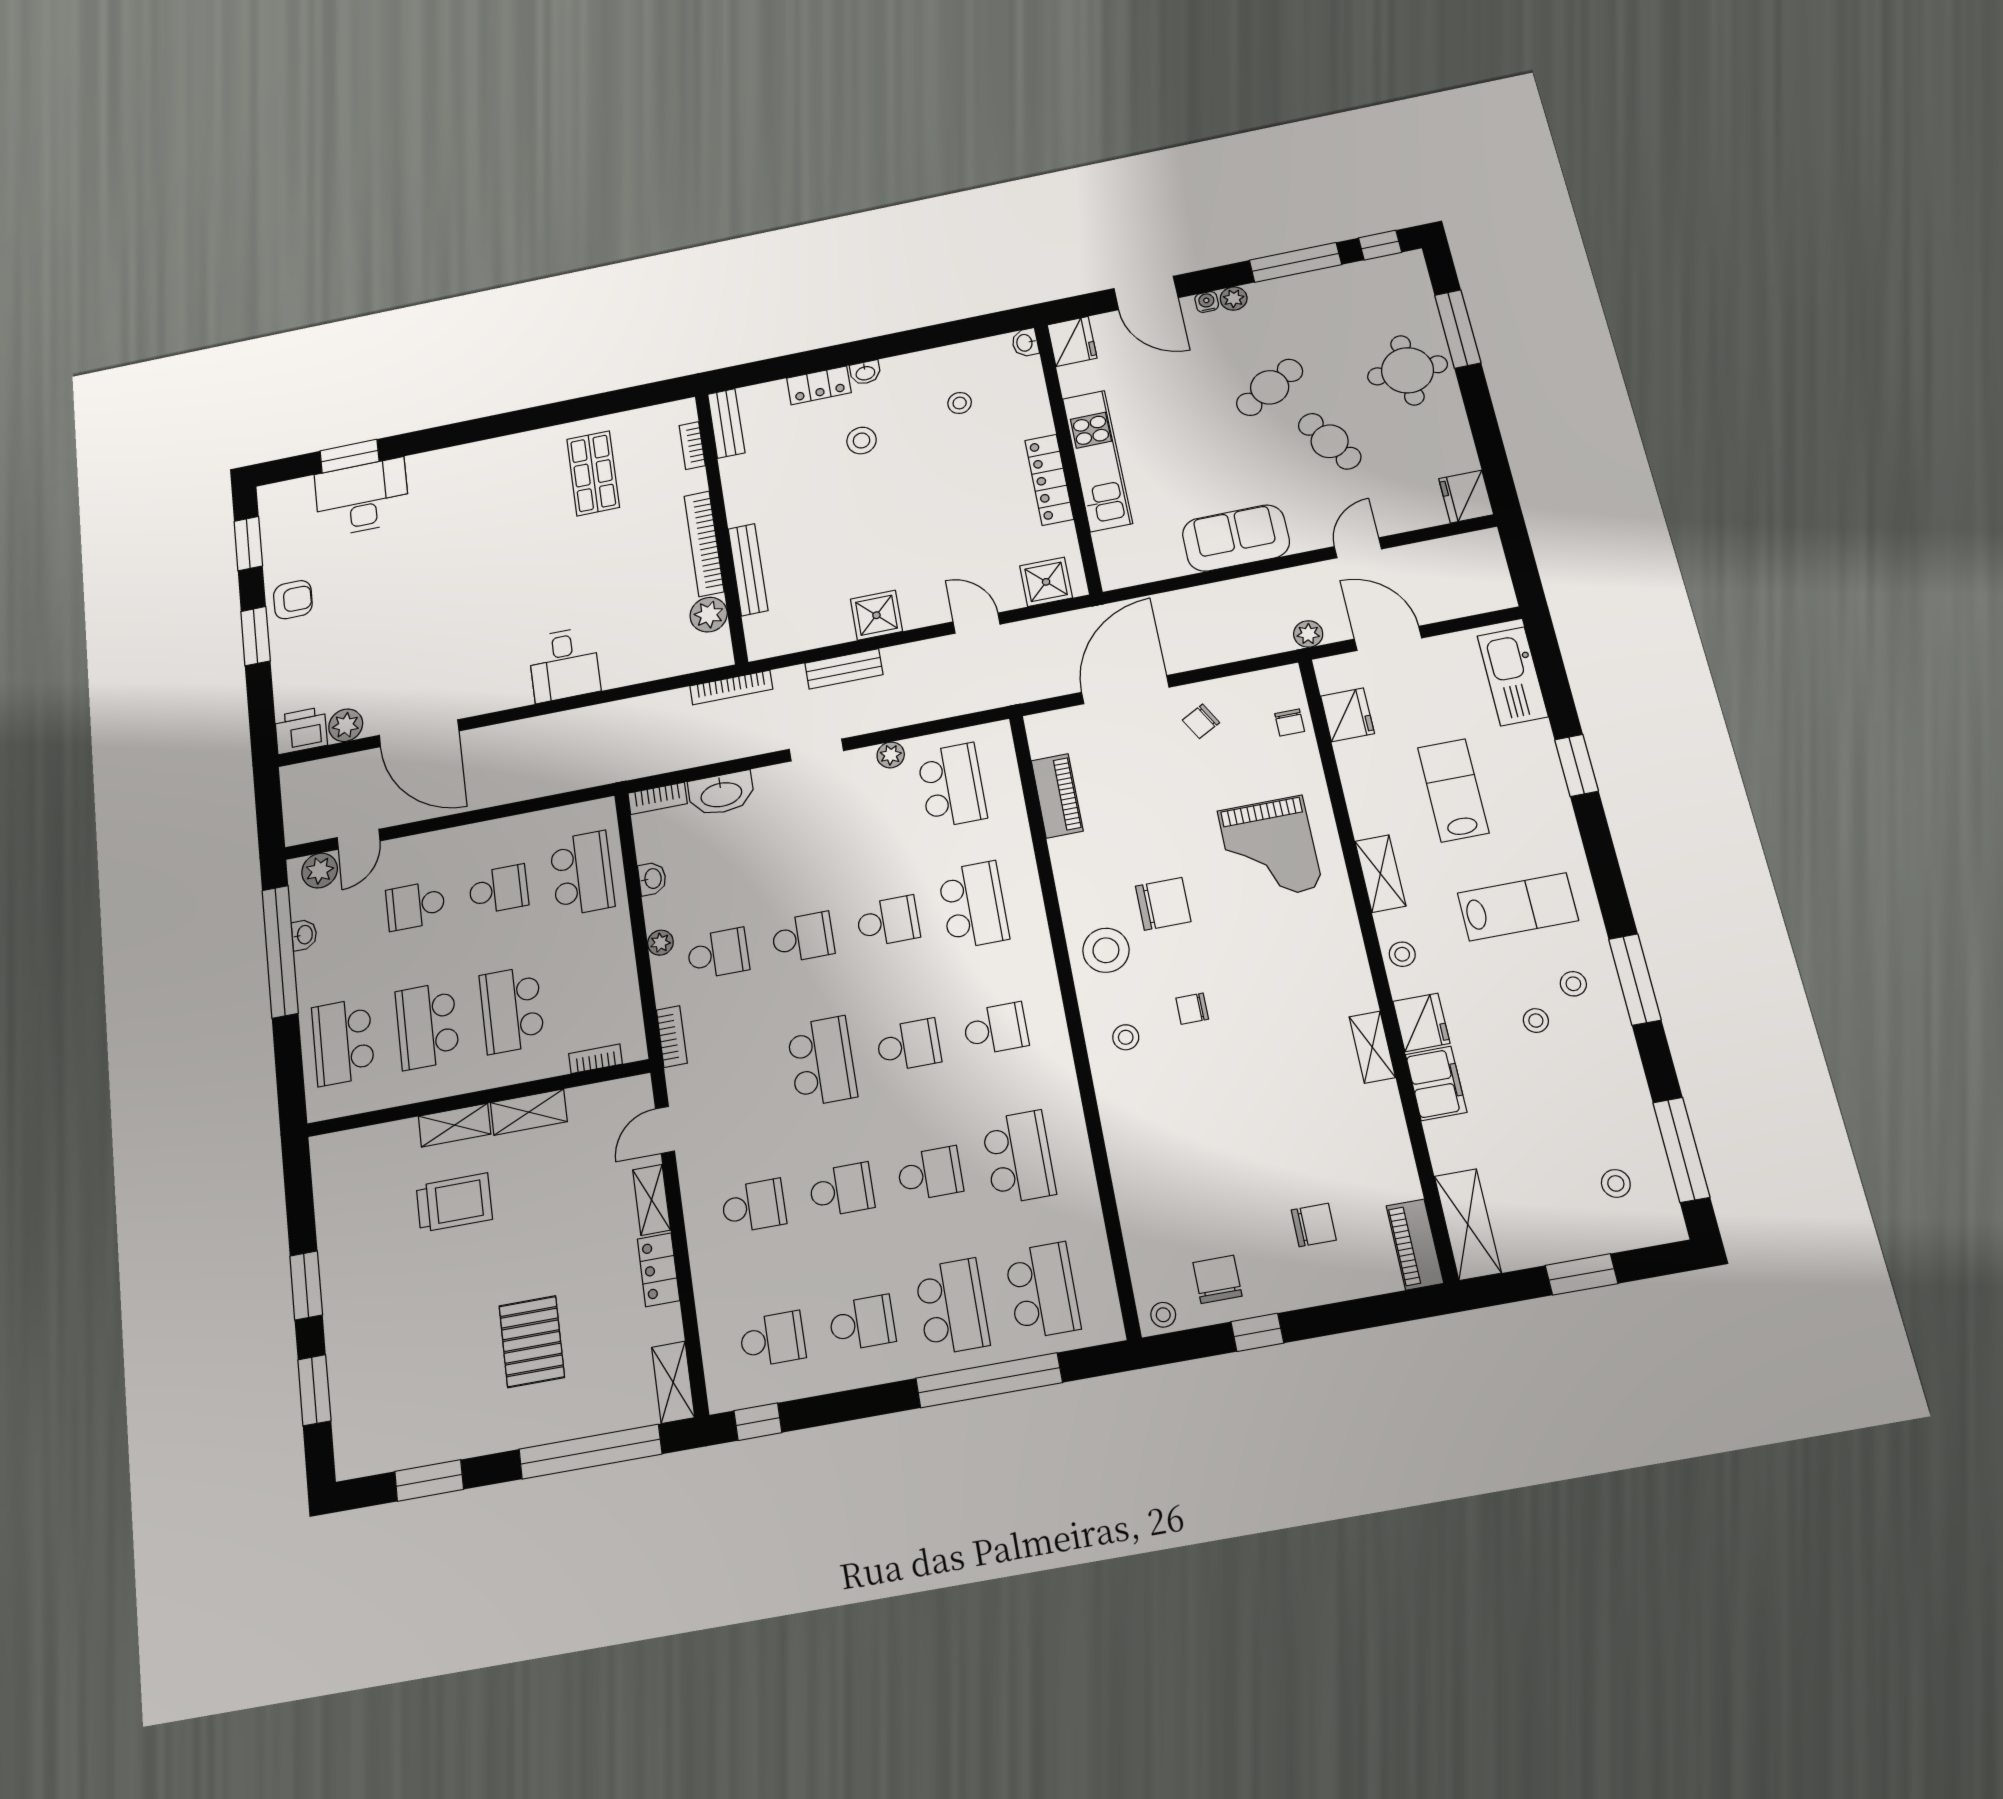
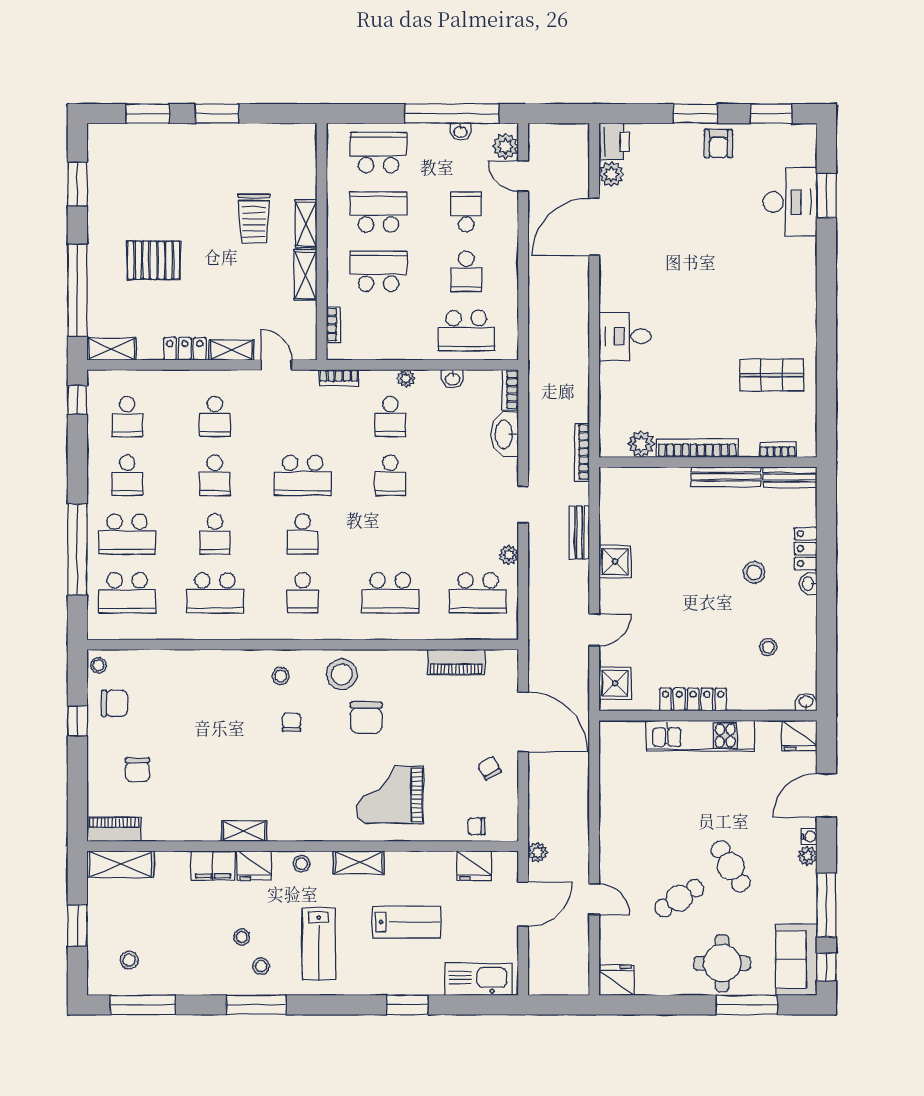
sofa: (1236, 538) -> (796, 960), moved, turned 180
bench: (748, 570) -> (726, 477), moved
school desk: (888, 921) -> (390, 534), removed

